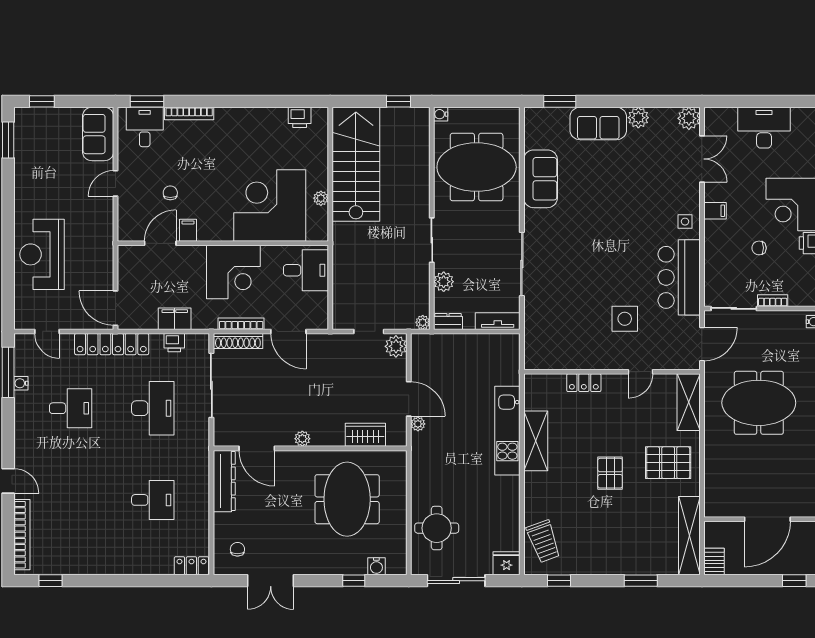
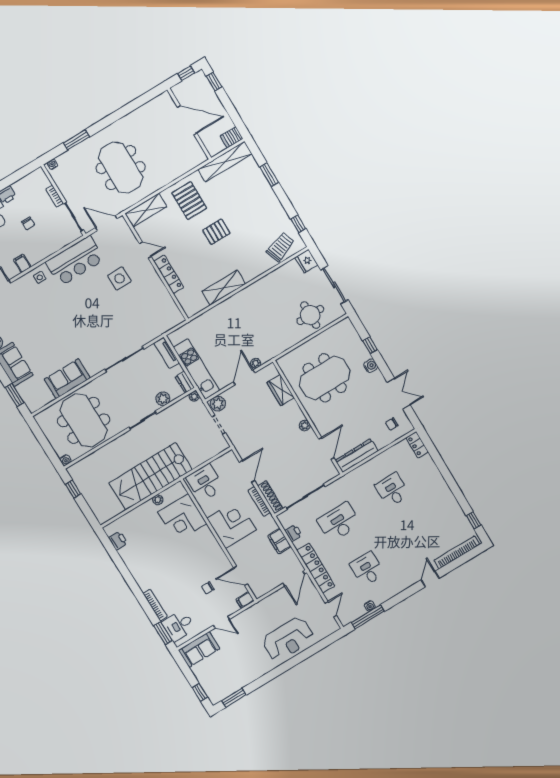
stairs: (356, 164) -> (151, 476), moved
corner desk: (270, 206) -> (182, 518), width x0.74, depth x0.74
filing cabinet: (188, 230) -> (245, 600), moved
locker: (584, 383) -> (169, 274), width x1.53
kitchen unit: (507, 431) -> (196, 369), moved, turned -90
water cooler: (376, 566) -> (371, 366), moved

